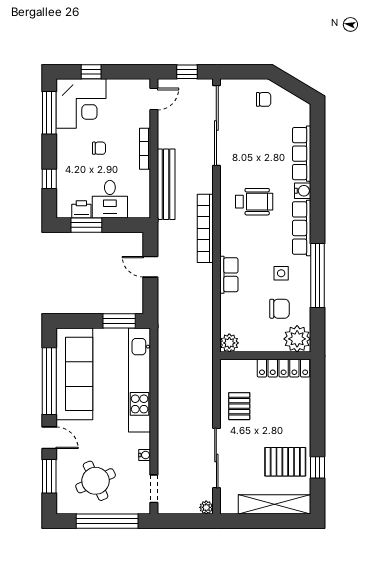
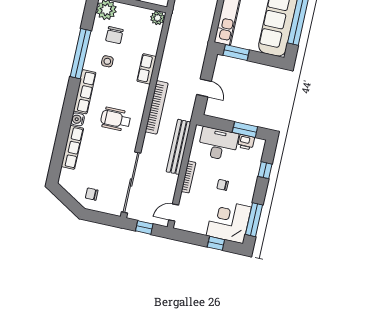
desk: (110, 199) -> (218, 144), width x1.37
chair: (279, 309) -> (114, 35), turned -90

